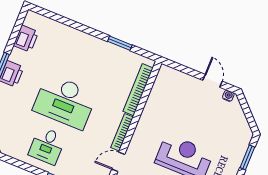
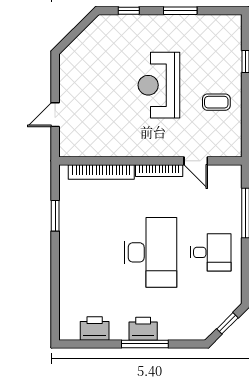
door: (212, 81) -> (55, 115), moved
water cooler: (228, 96) -> (65, 63), removed
window: (247, 157) -> (129, 11), width x0.67

